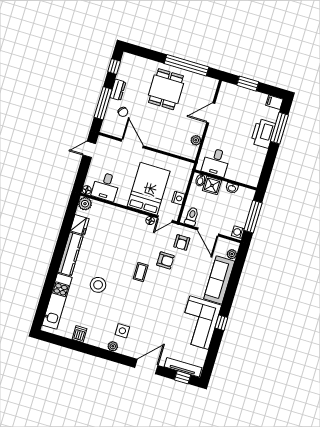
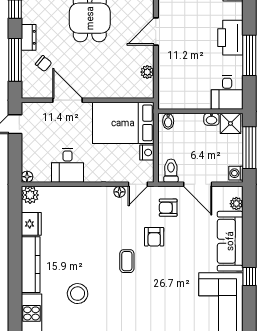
window: (279, 128) -> (249, 55), moved
desk: (216, 162) -> (227, 92), moved
shower: (212, 185) -> (230, 123), moved
desk: (106, 187) -> (68, 165), moved
bed: (149, 189) -> (123, 123), moved, turned -90
armchair: (182, 242) -> (168, 208), turned 90
armchair: (165, 260) -> (154, 237), turned 90
window: (221, 323) -> (249, 277), moved

